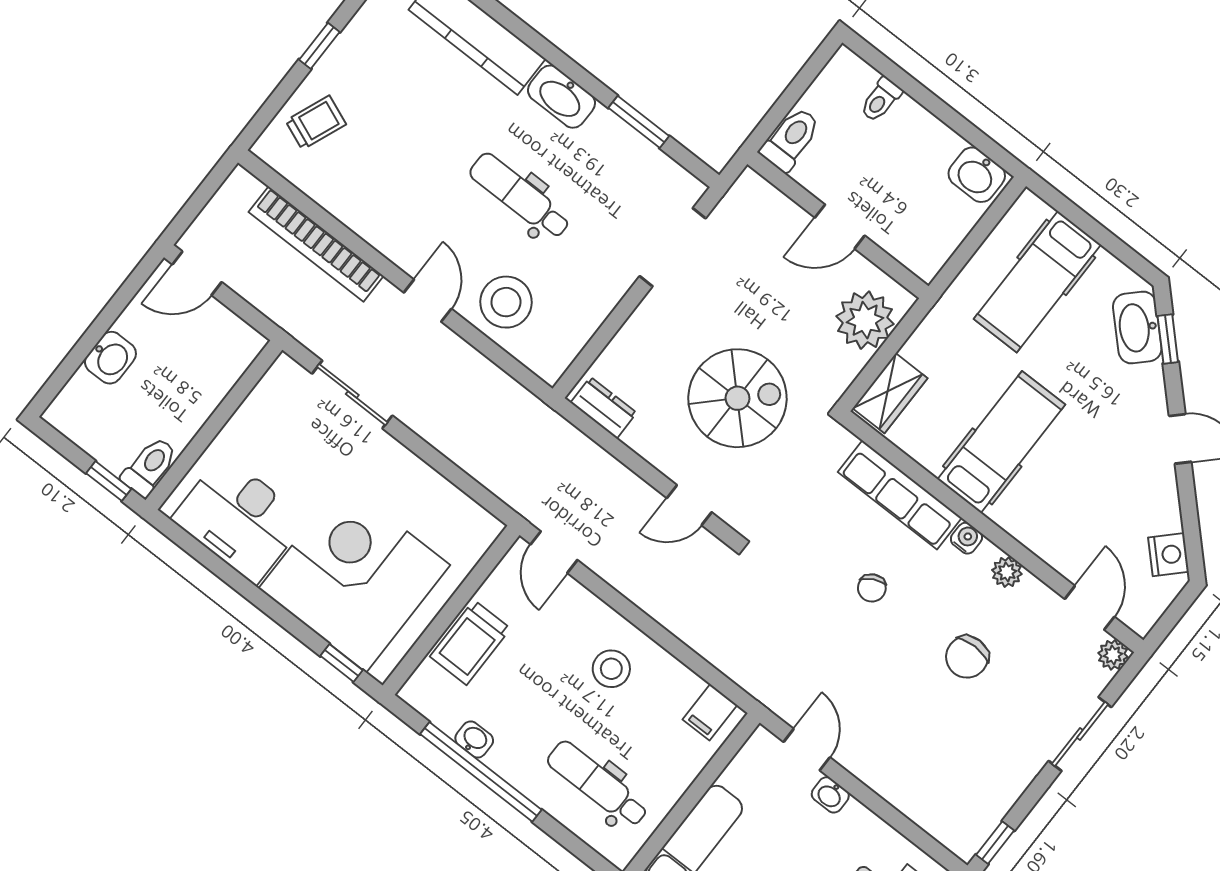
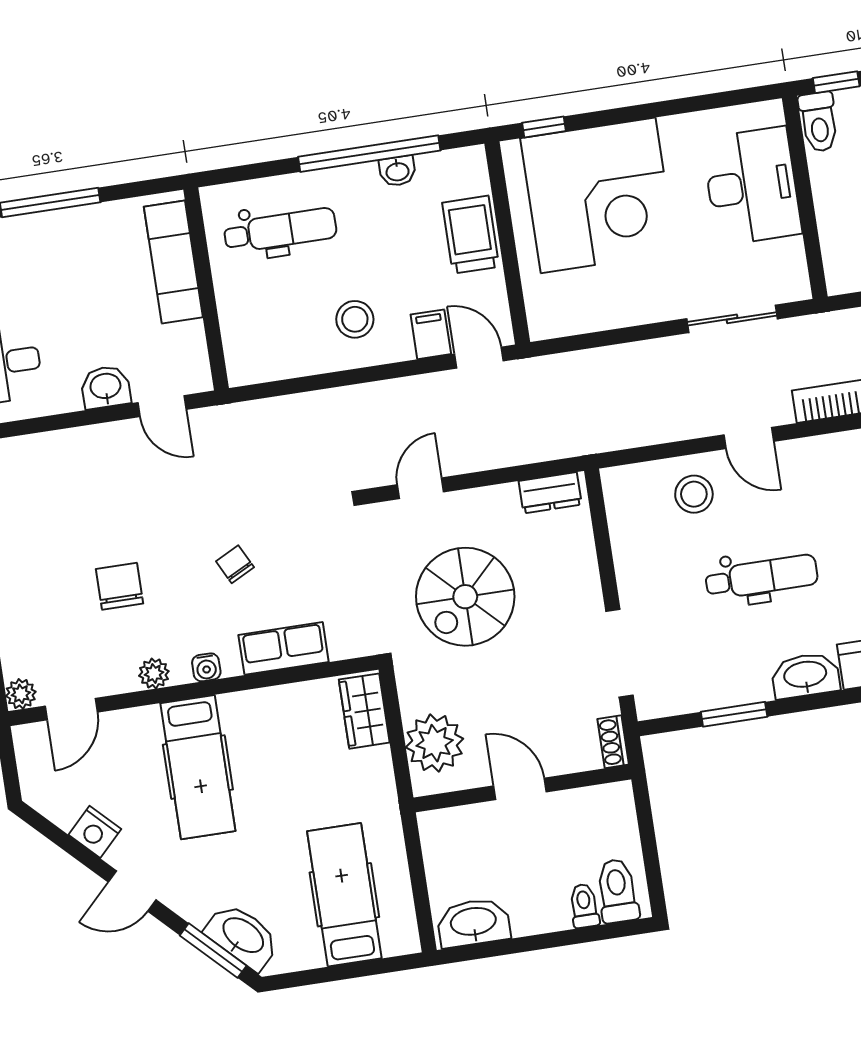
toilet: (791, 139) -> (617, 891), moved, turned 180
washbasin: (977, 175) -> (473, 923), width x1.38
shoe rack: (742, 191) -> (613, 742), added
door: (840, 227) -> (520, 789), hinge flipped
stool: (506, 302) -> (694, 494), width x0.73, depth x0.73
window: (1168, 339) -> (213, 951), width x1.50
hospital bed: (1001, 442) -> (198, 767), moved
row of seats: (900, 495) -> (284, 648), width x0.68
desk: (239, 519) -> (752, 186), moved, turned 90
nightstand: (1168, 555) -> (95, 832), moved
door: (1090, 608) -> (71, 709), hinge flipped
filing cabinet: (710, 712) -> (431, 334), moved
washbasin: (830, 795) -> (106, 387), width x1.38, depth x1.45

